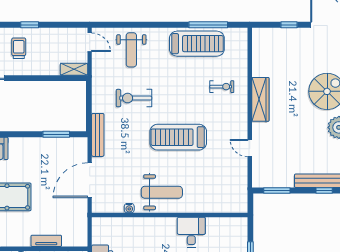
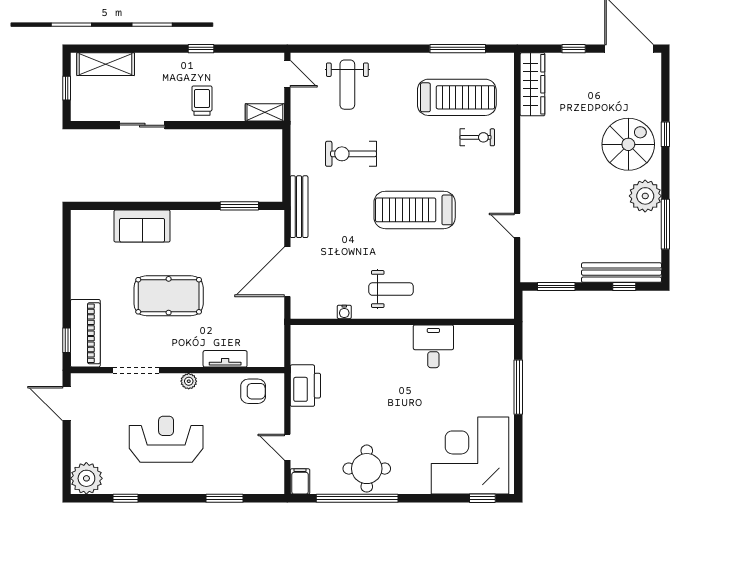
treadmill: (197, 44) -> (457, 97), moved
trolley: (19, 48) -> (202, 101), moved
wardrobe: (260, 99) -> (532, 84), moved
weight bench: (162, 192) -> (391, 289), width x0.73, depth x0.75

